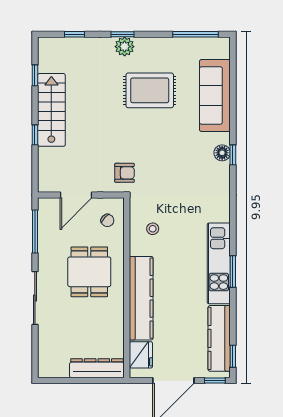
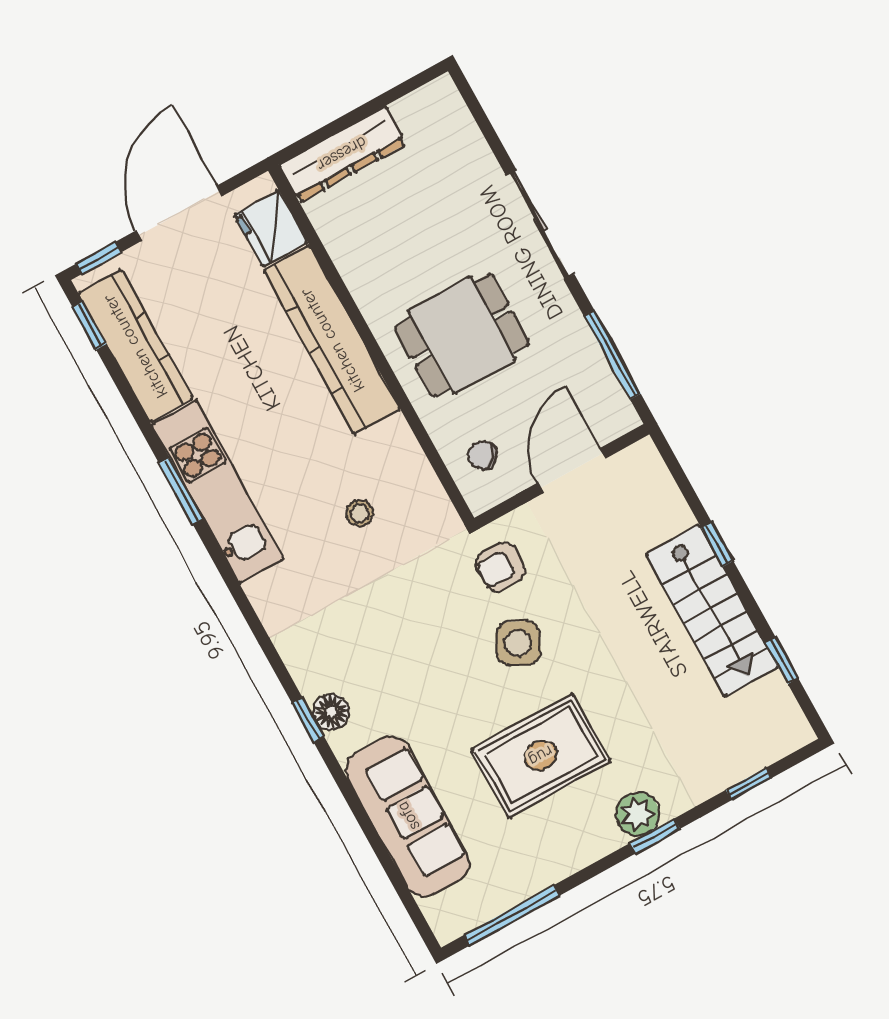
side table: (134, 139) -> (518, 643), added
stool: (153, 229) -> (360, 513), moved
dining table: (89, 272) -> (462, 335), turned 90

